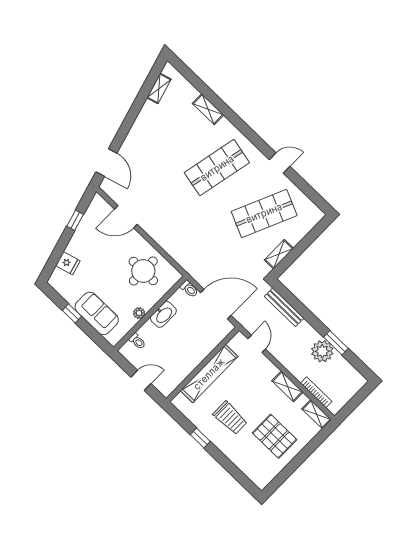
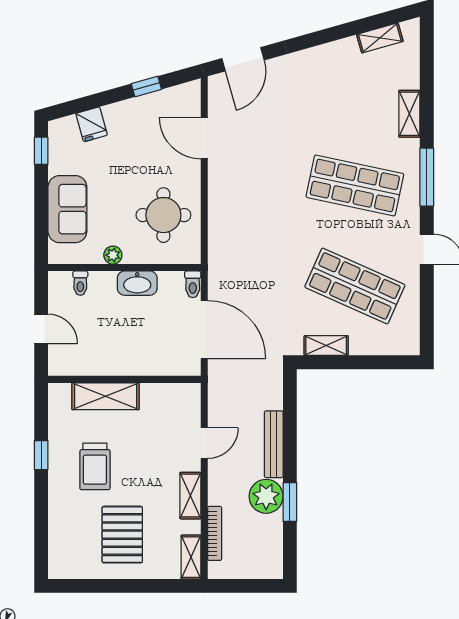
window: (246, 130) -> (427, 177), added
bench: (284, 307) -> (274, 444), moved
window: (72, 313) -> (41, 151), moved
door: (257, 344) -> (204, 443), moved
shelving: (209, 374) -> (106, 396), width x0.68

